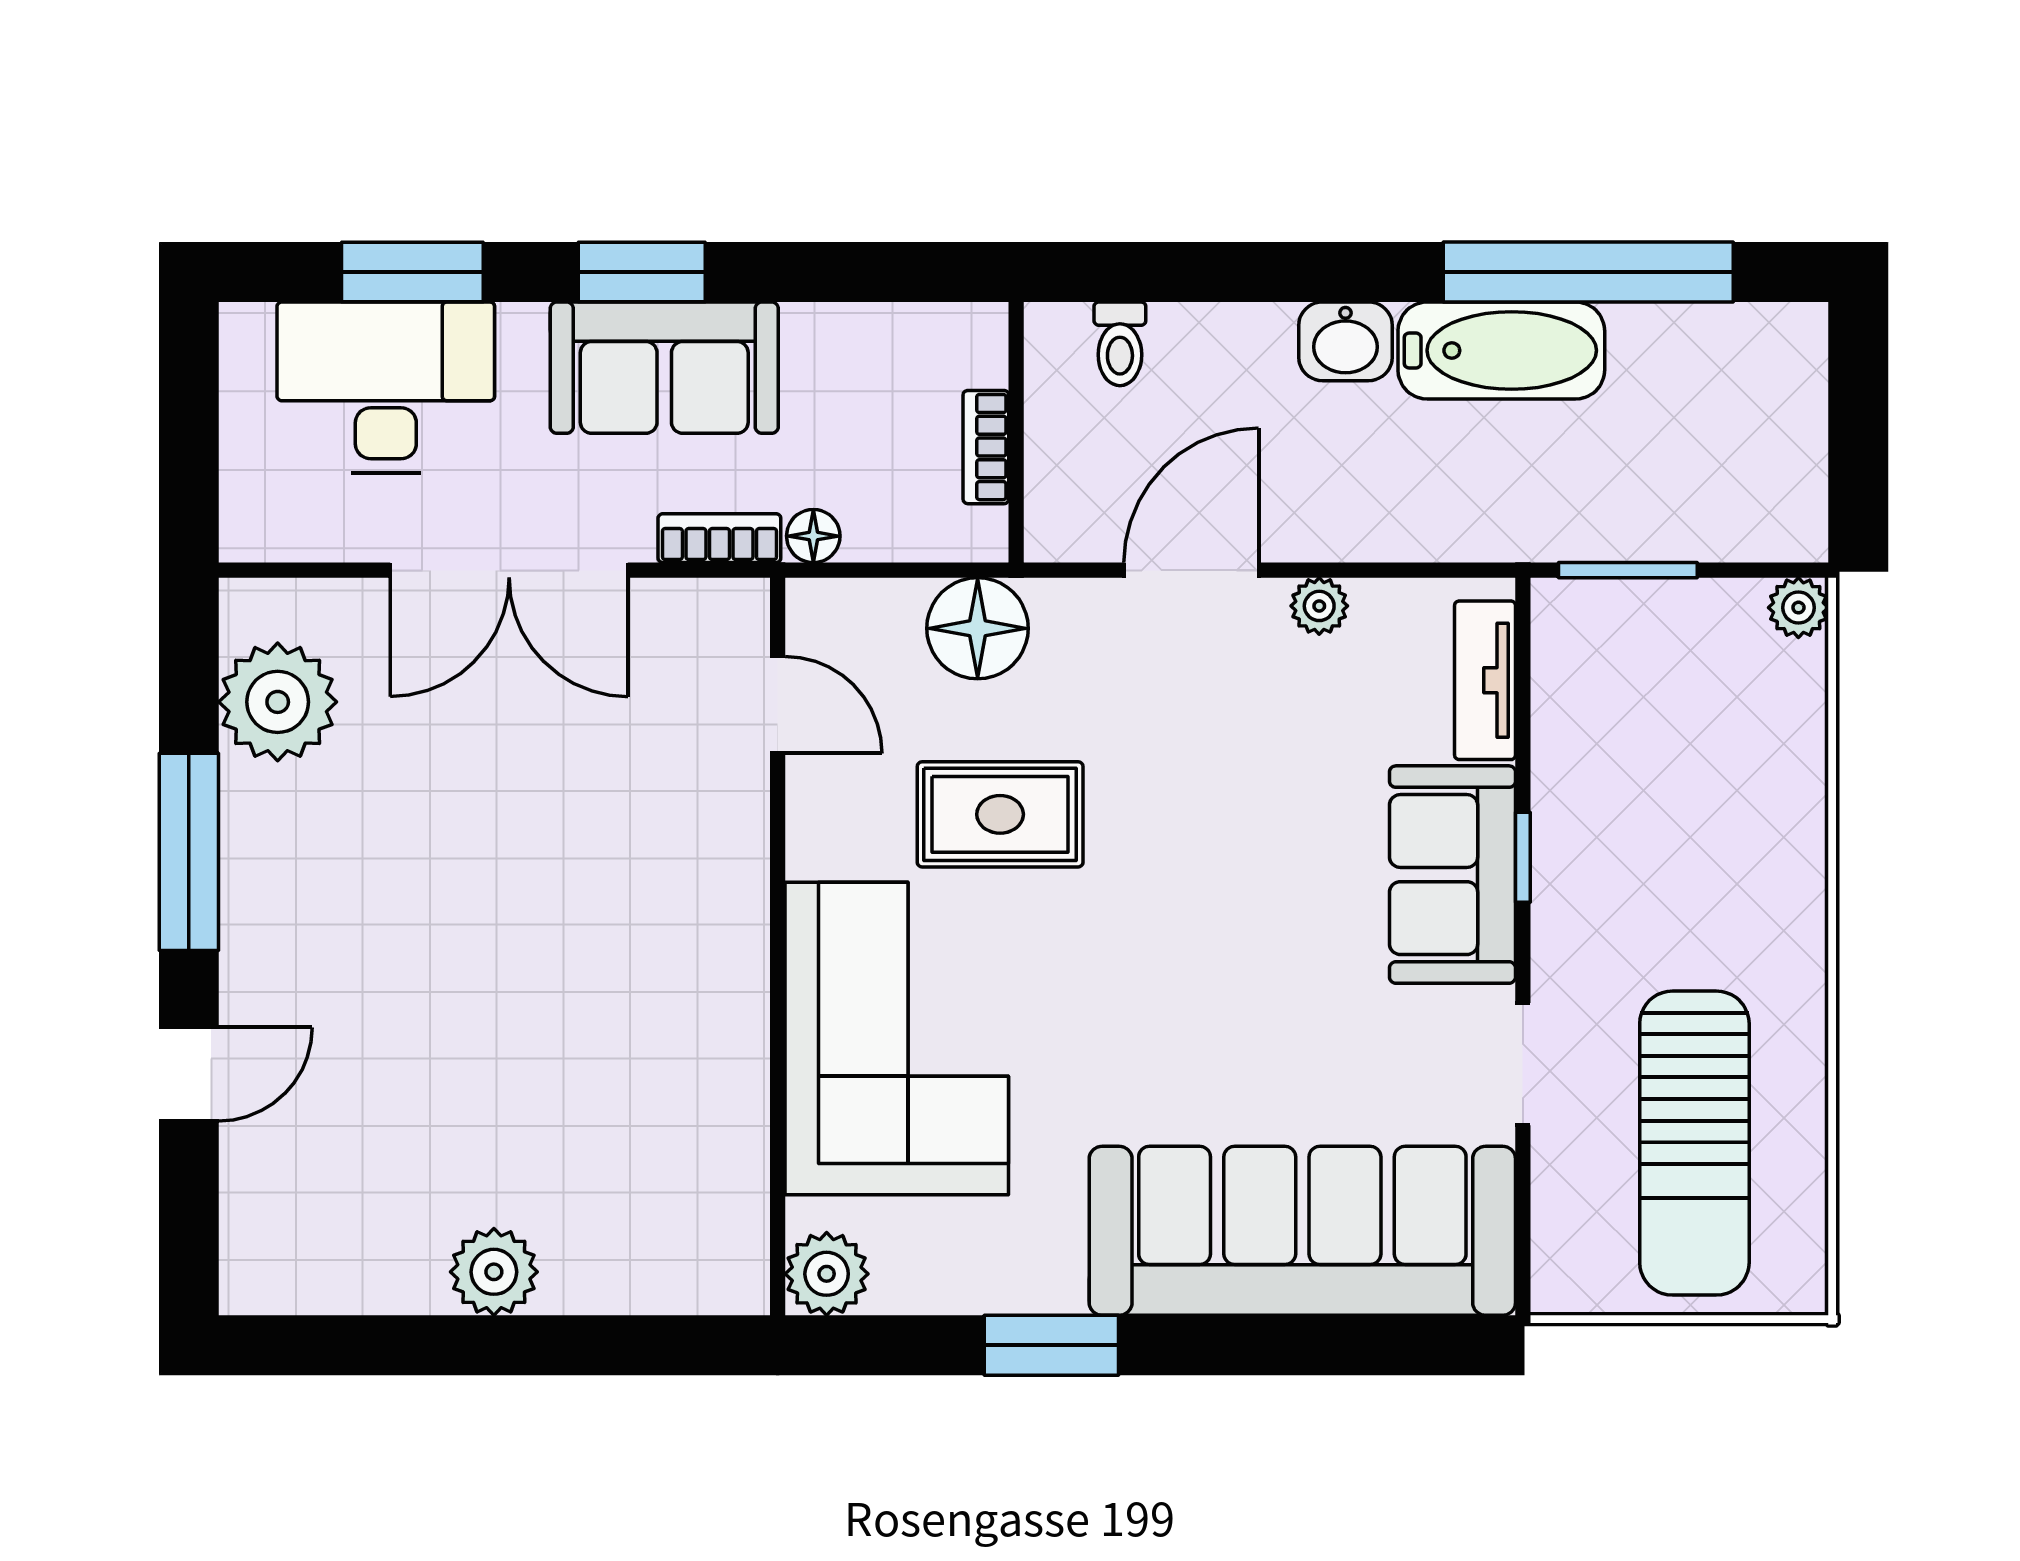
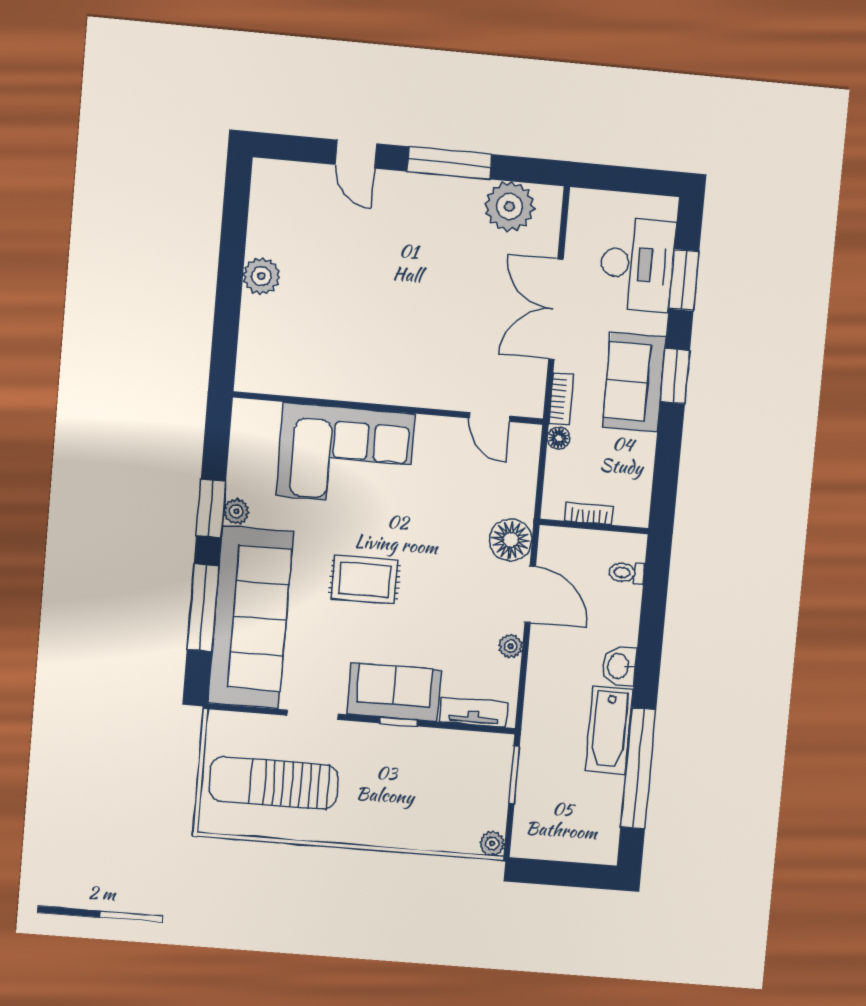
floor lamp: (978, 628) -> (511, 540), moved
door: (778, 705) -> (489, 417), hinge flipped
rug: (1000, 814) -> (364, 580), moved, turned 90
plant: (827, 1274) -> (236, 511), moved, width x0.73, depth x0.73
window: (1288, 1345) -> (203, 608), added

